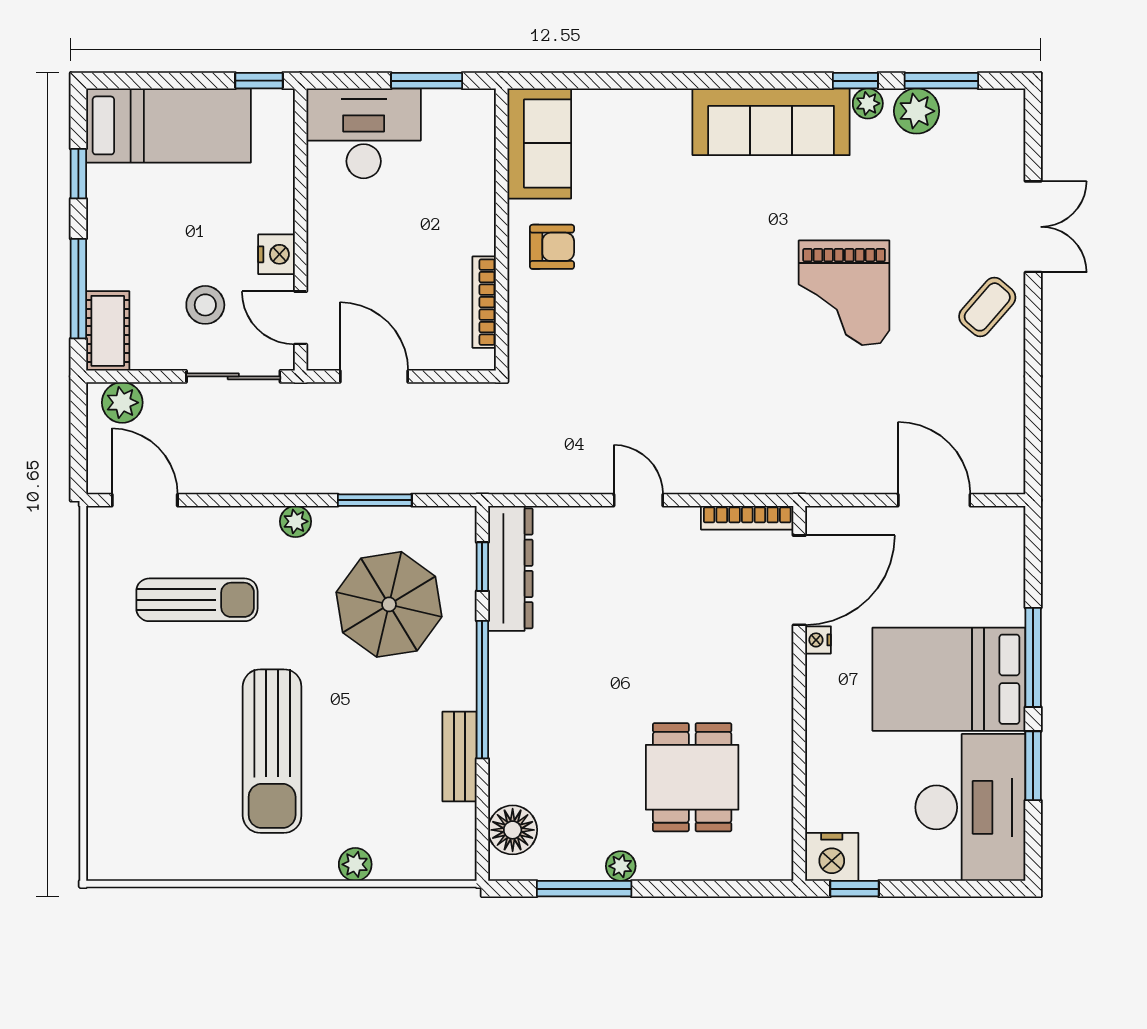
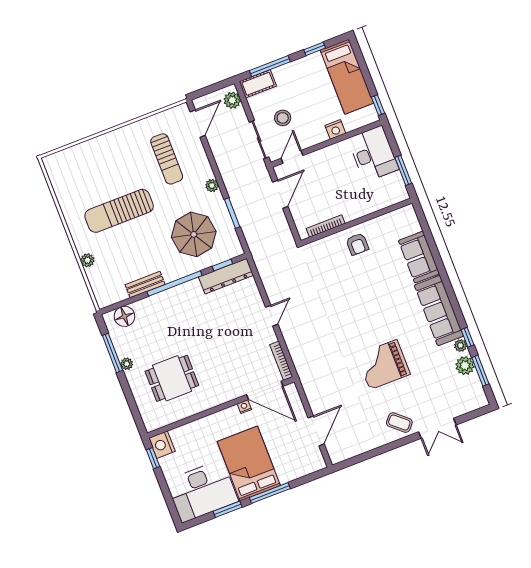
sofa: (539, 143) -> (419, 257), moved, turned 90
nightstand: (277, 254) -> (335, 129), moved

